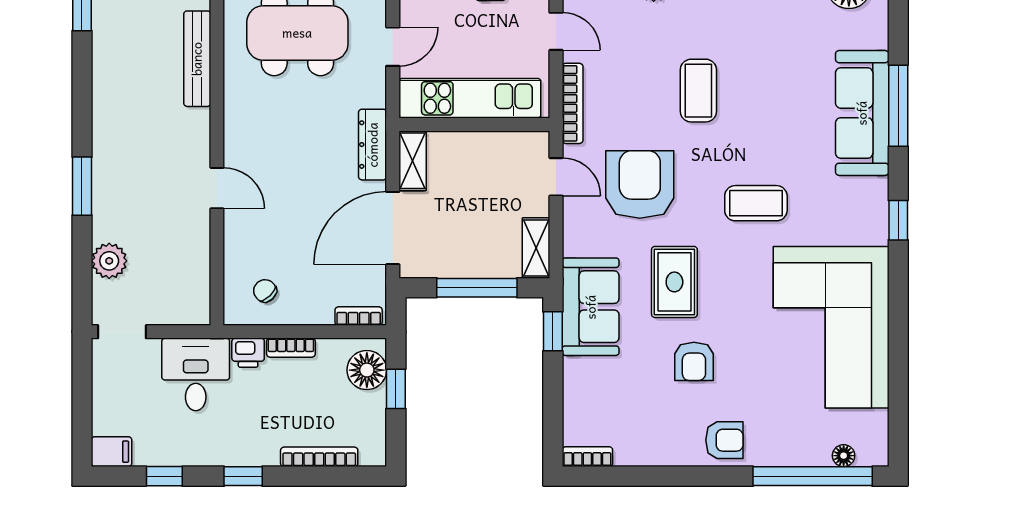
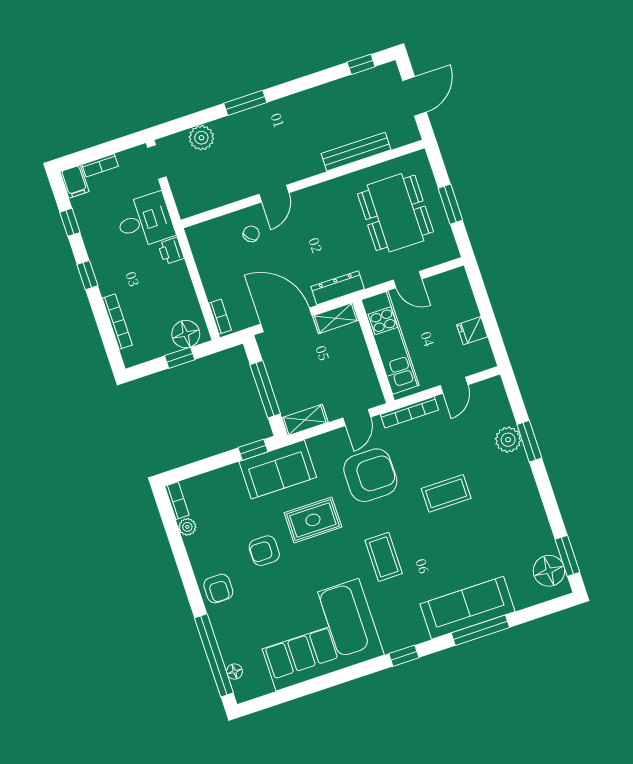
chair: (265, 291) -> (251, 234), moved
bookcase: (291, 348) -> (100, 165), moved, turned -90
plant: (627, 454) -> (187, 527), added

